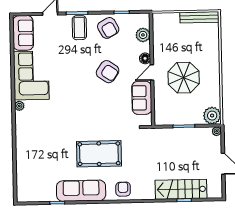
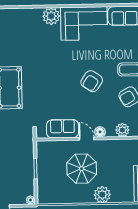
armchair: (108, 72) -> (92, 81), moved
plant: (19, 106) -> (51, 16), width x1.88, depth x1.88
plant: (212, 116) -> (102, 195), moved

